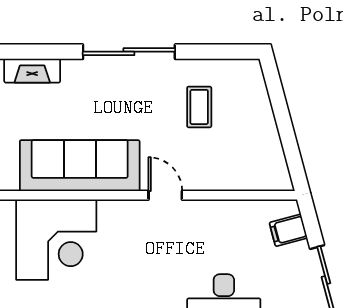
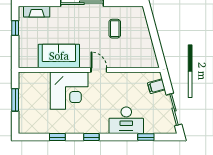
sofa: (80, 166) -> (59, 56), width x0.73
corner desk: (56, 240) -> (69, 91), moved

